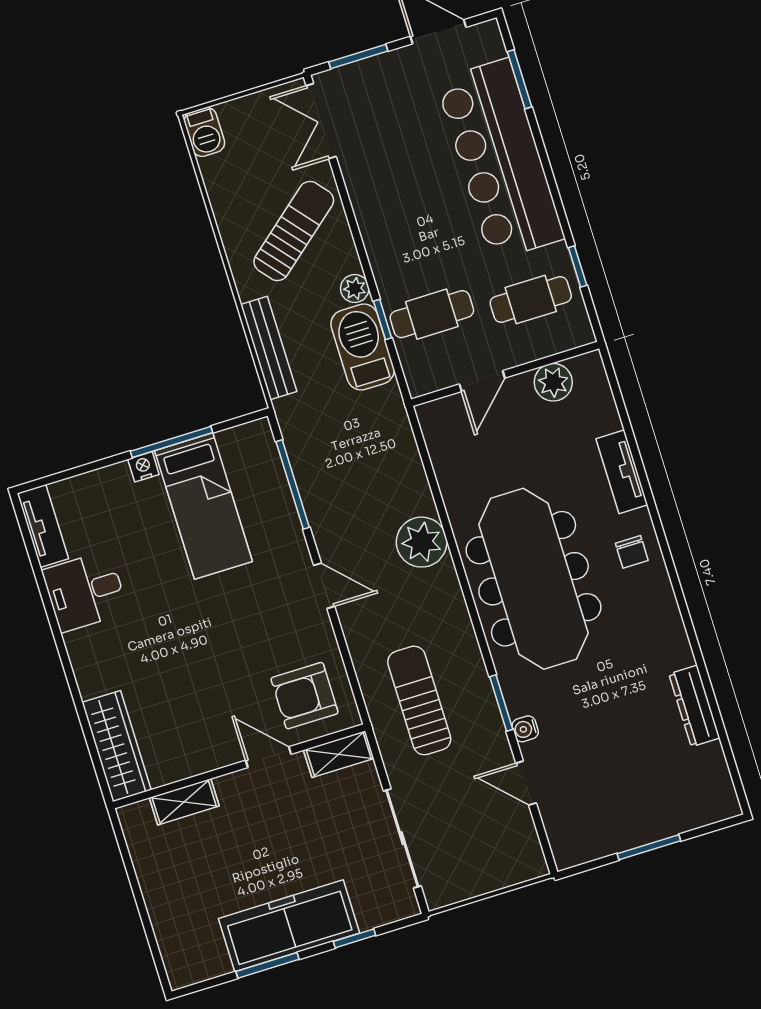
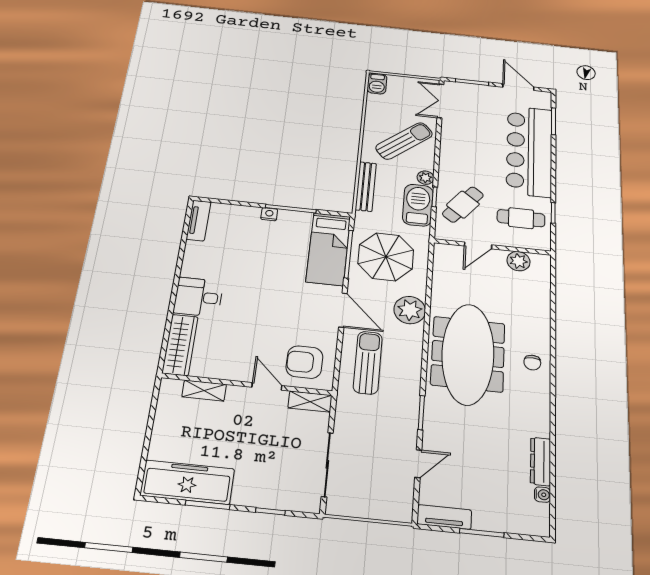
cafe table: (432, 314) -> (463, 205), turned -52
parasol: (350, 464) -> (386, 257), added
tv unit: (622, 472) -> (444, 517), moved, turned 90
bed: (204, 506) -> (328, 249), moved
door: (324, 586) -> (343, 310), width x1.38
desk: (85, 591) -> (198, 297), moved
sun lounger: (419, 700) -> (368, 363), moved
water cooler: (525, 729) -> (542, 495), moved, turned 180
door: (526, 783) -> (418, 464), swing flipped
freezer: (289, 926) -> (187, 482), moved

